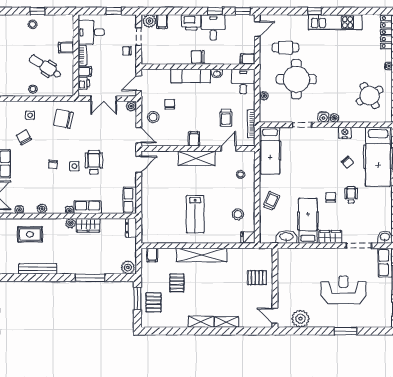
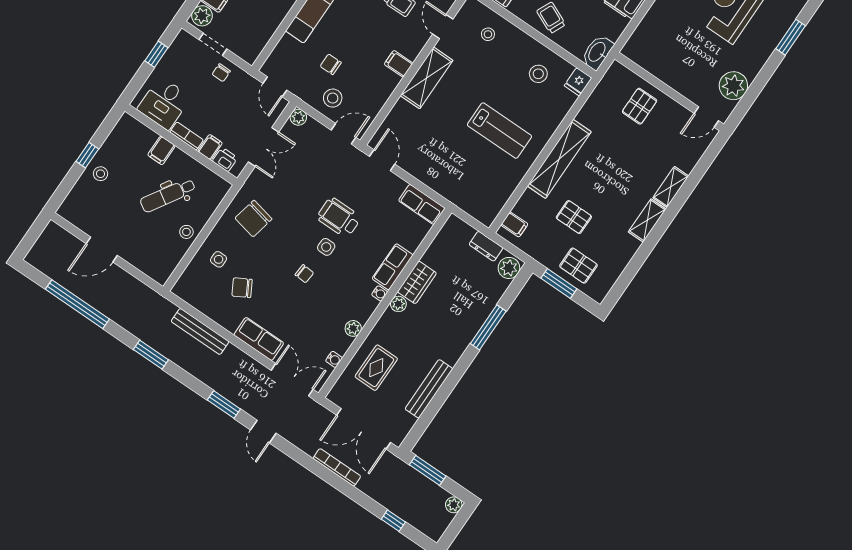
dresser: (131, 228) -> (486, 246), moved
washbasin: (286, 237) -> (597, 52), moved

